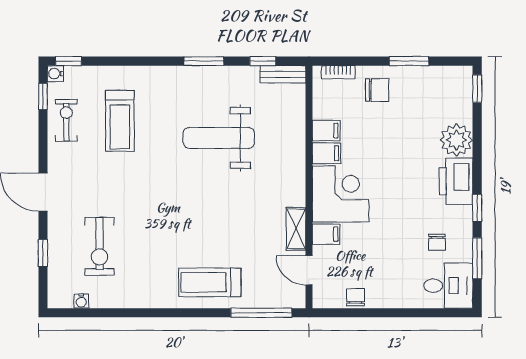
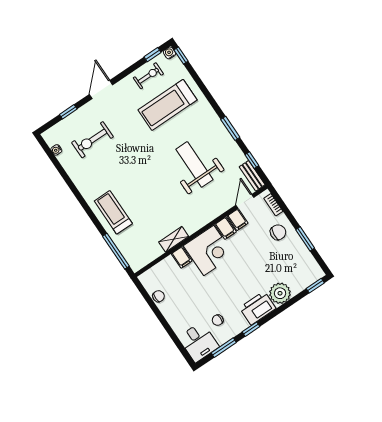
chair: (377, 90) -> (278, 232), turned -85
treadmill: (120, 121) -> (168, 105), width x1.37, depth x1.38
door: (309, 270) -> (245, 201), moved

